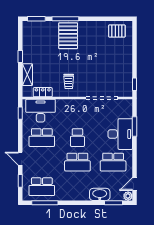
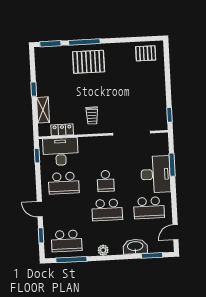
pallet: (68, 36) -> (89, 62), turned 90
plant: (128, 196) -> (103, 250), moved

